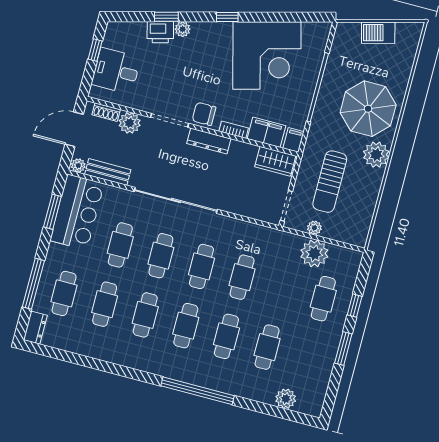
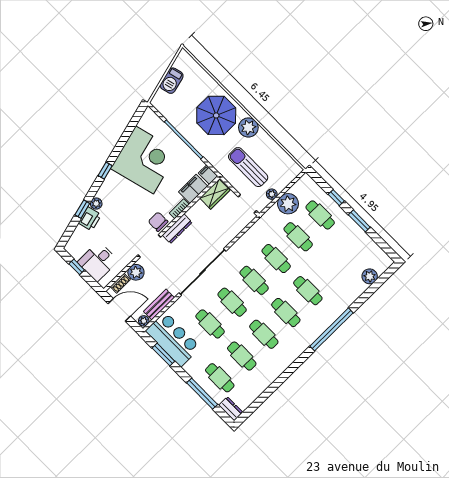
chair: (204, 114) -> (158, 222), turned 90
door: (74, 129) -> (119, 310), swing flipped
sun lounger: (330, 182) -> (248, 167), turned 180
cafe table: (267, 347) -> (298, 237), moved

